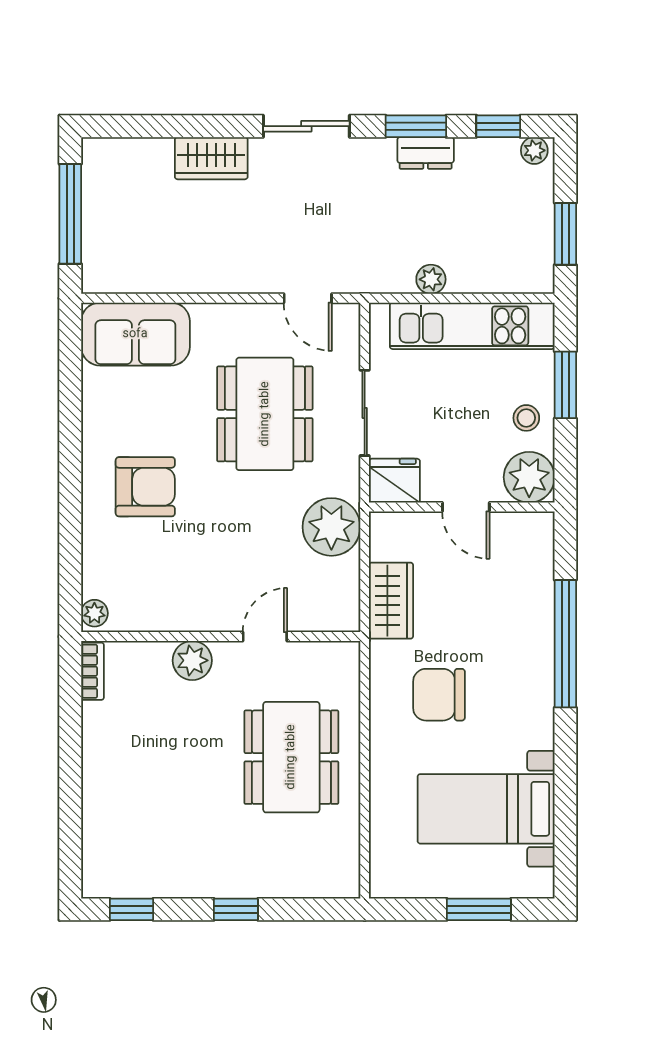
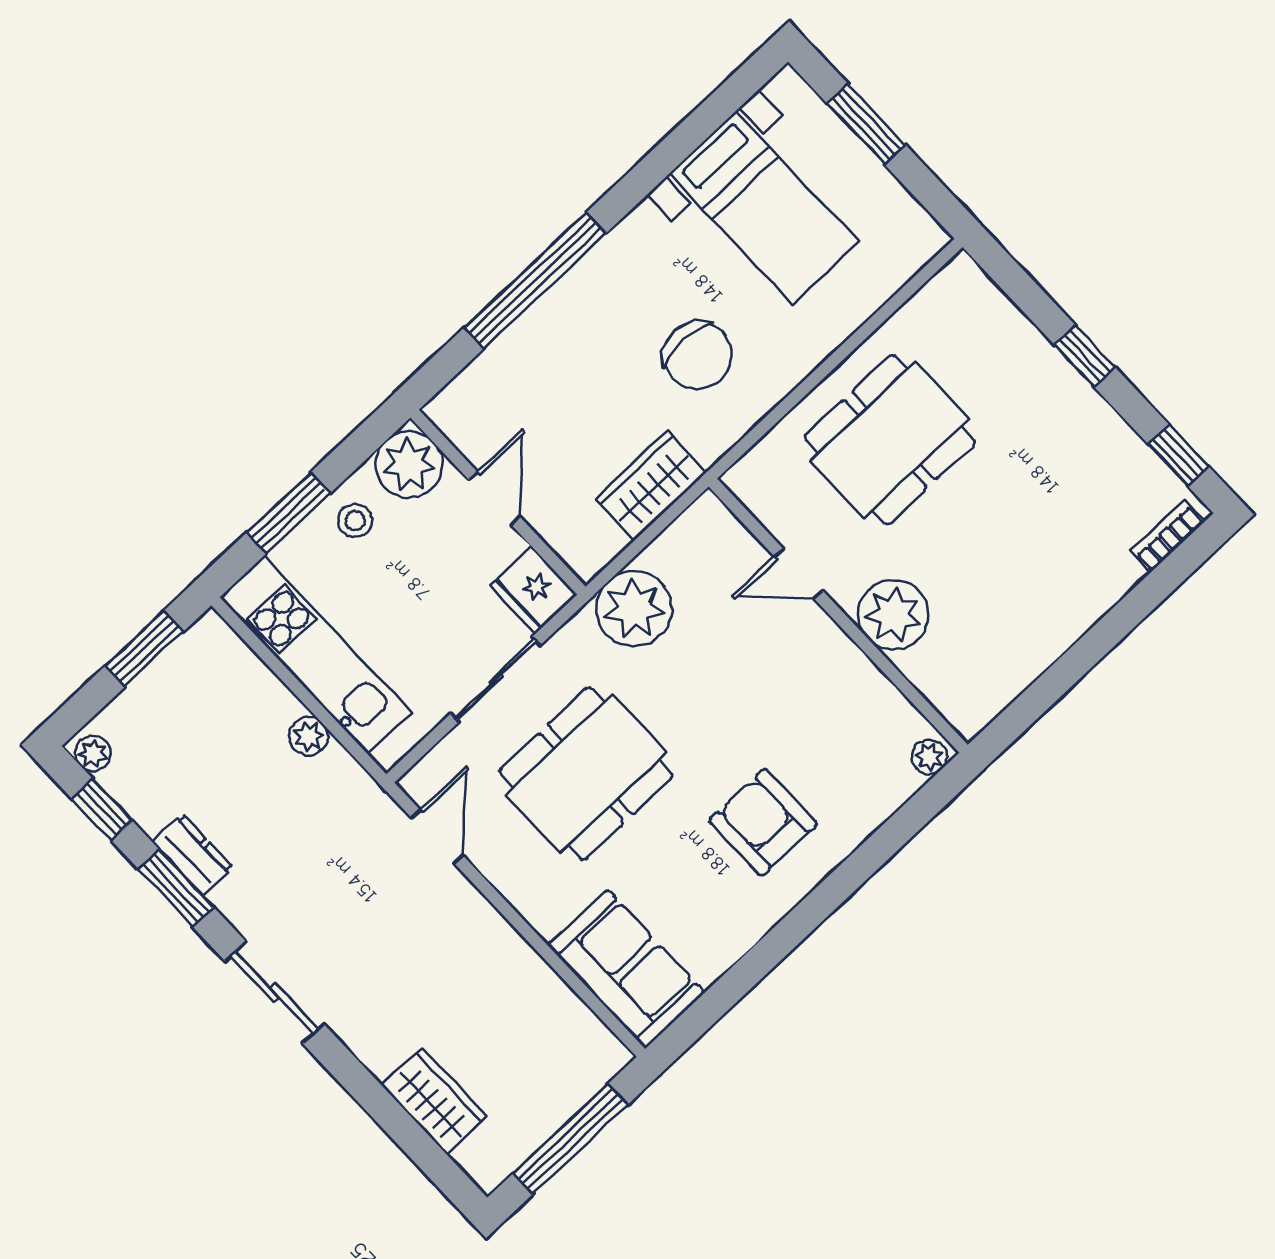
wardrobe: (211, 158) -> (434, 1101), moved
plant: (192, 660) -> (893, 615), width x1.36, depth x1.36
bookcase: (92, 671) -> (1168, 536), moved

